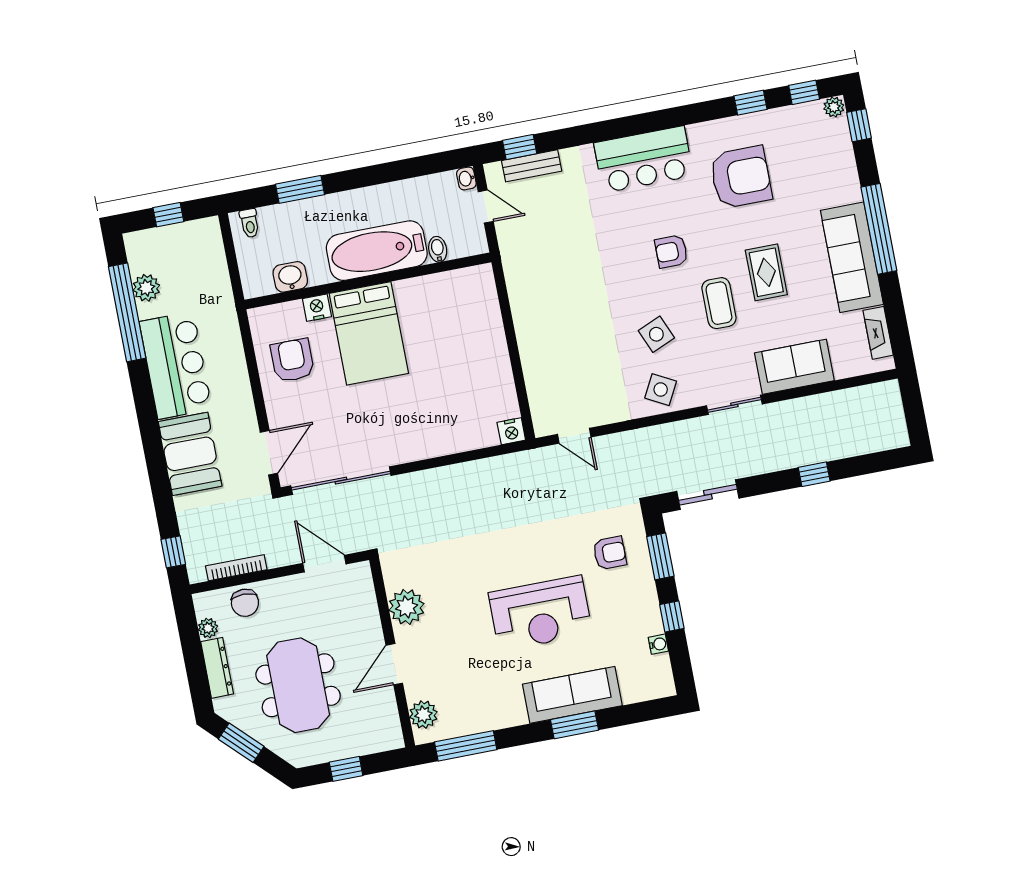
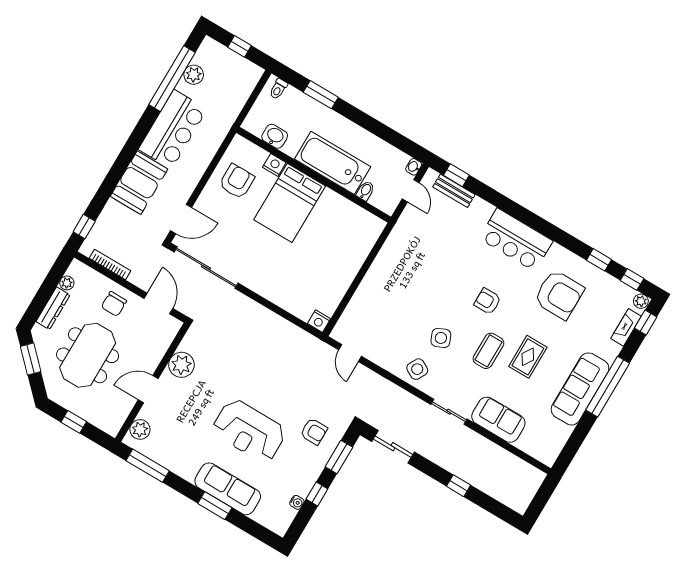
fireplace: (878, 333) -> (626, 327), moved
chair: (245, 603) -> (114, 304), moved

